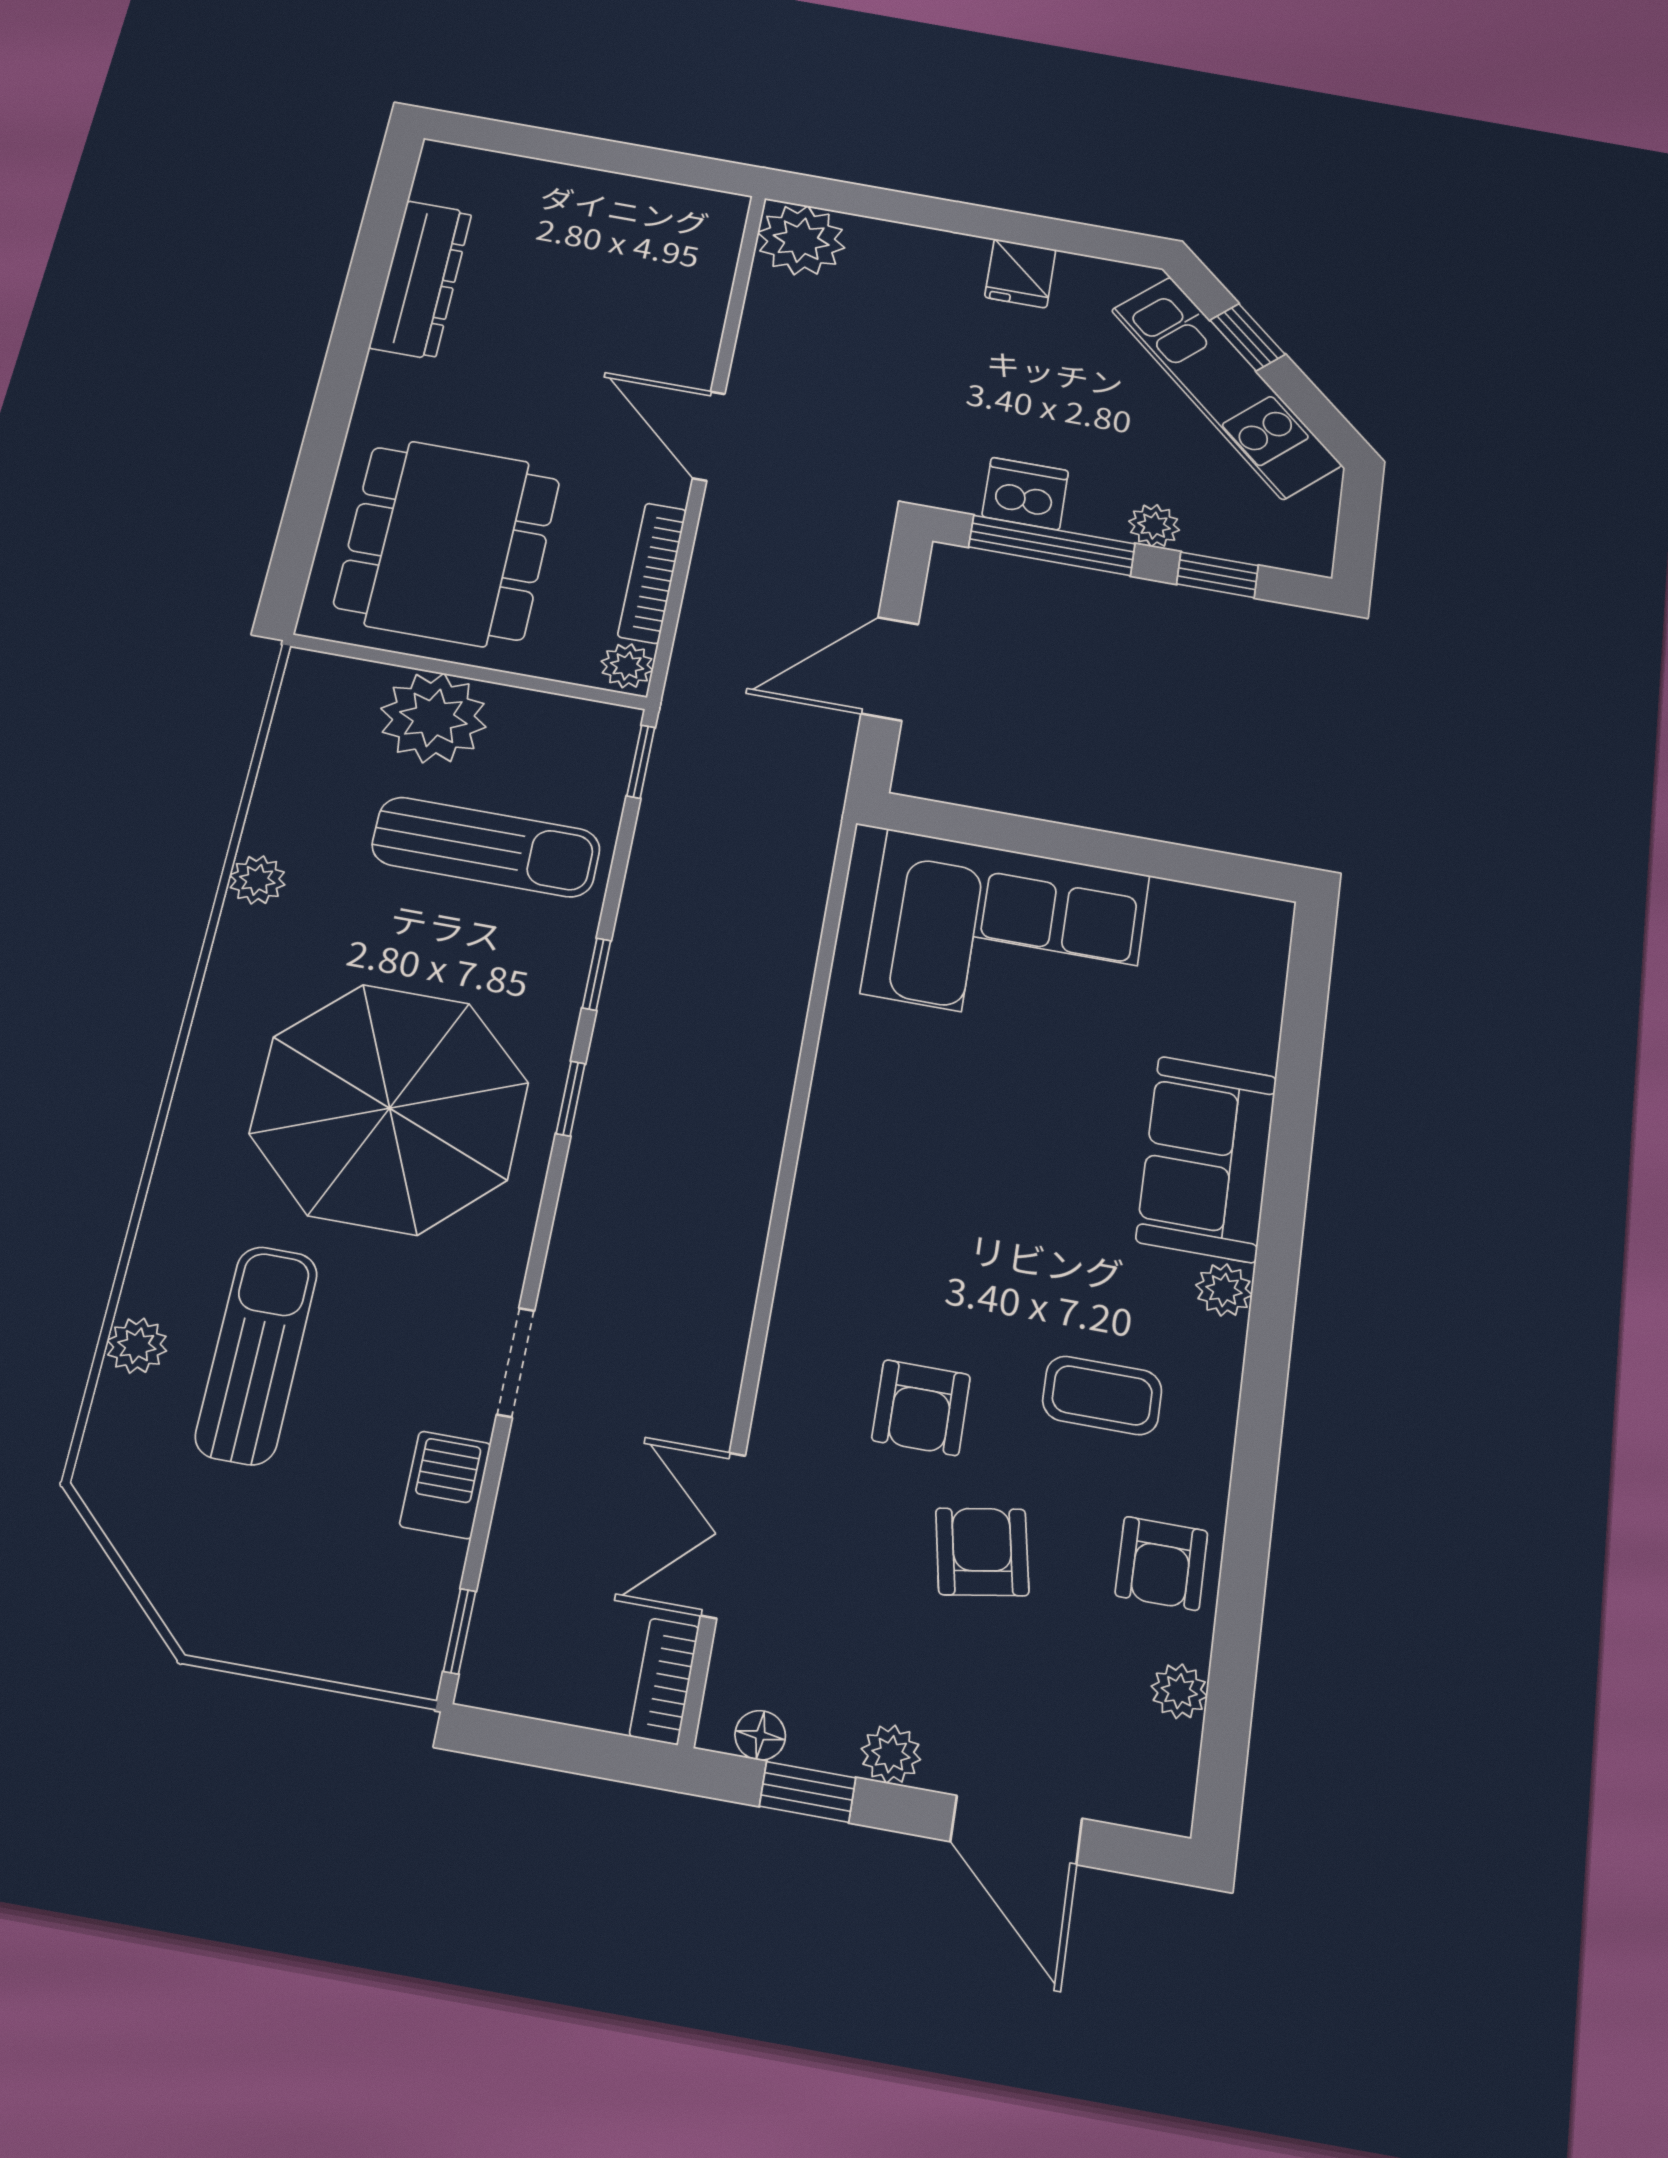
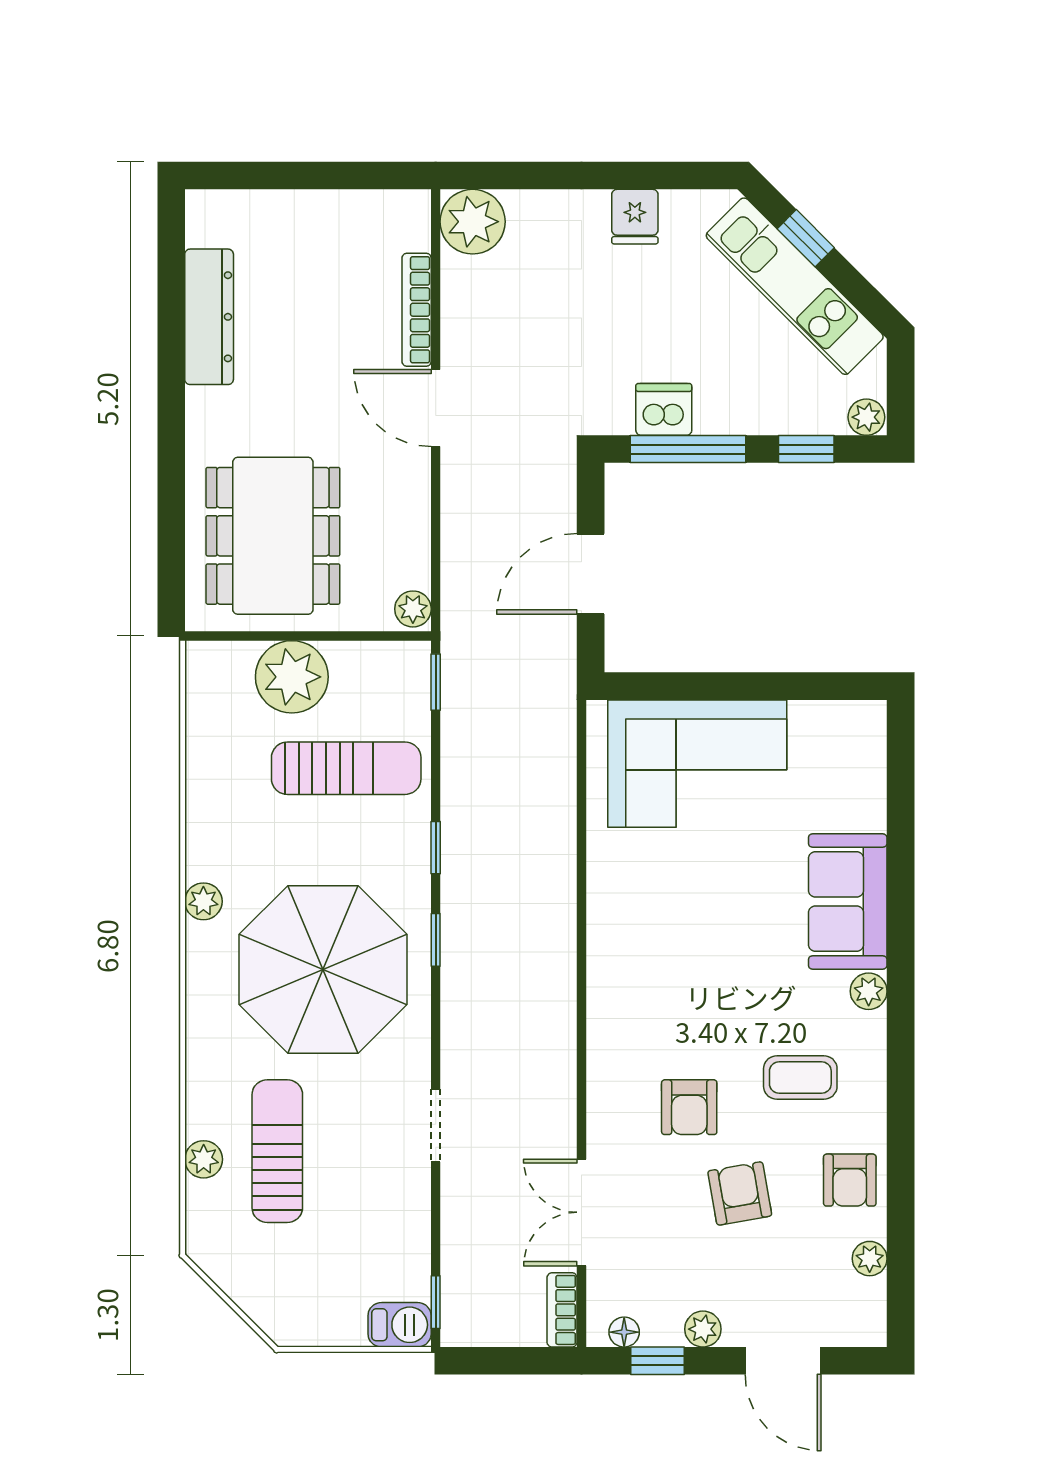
plant: (1154, 526) -> (866, 417), moved
bookcase: (652, 573) -> (417, 310), moved
plant: (257, 880) -> (203, 901), moved
barbecue: (445, 1485) -> (400, 1325), moved, turned 90

